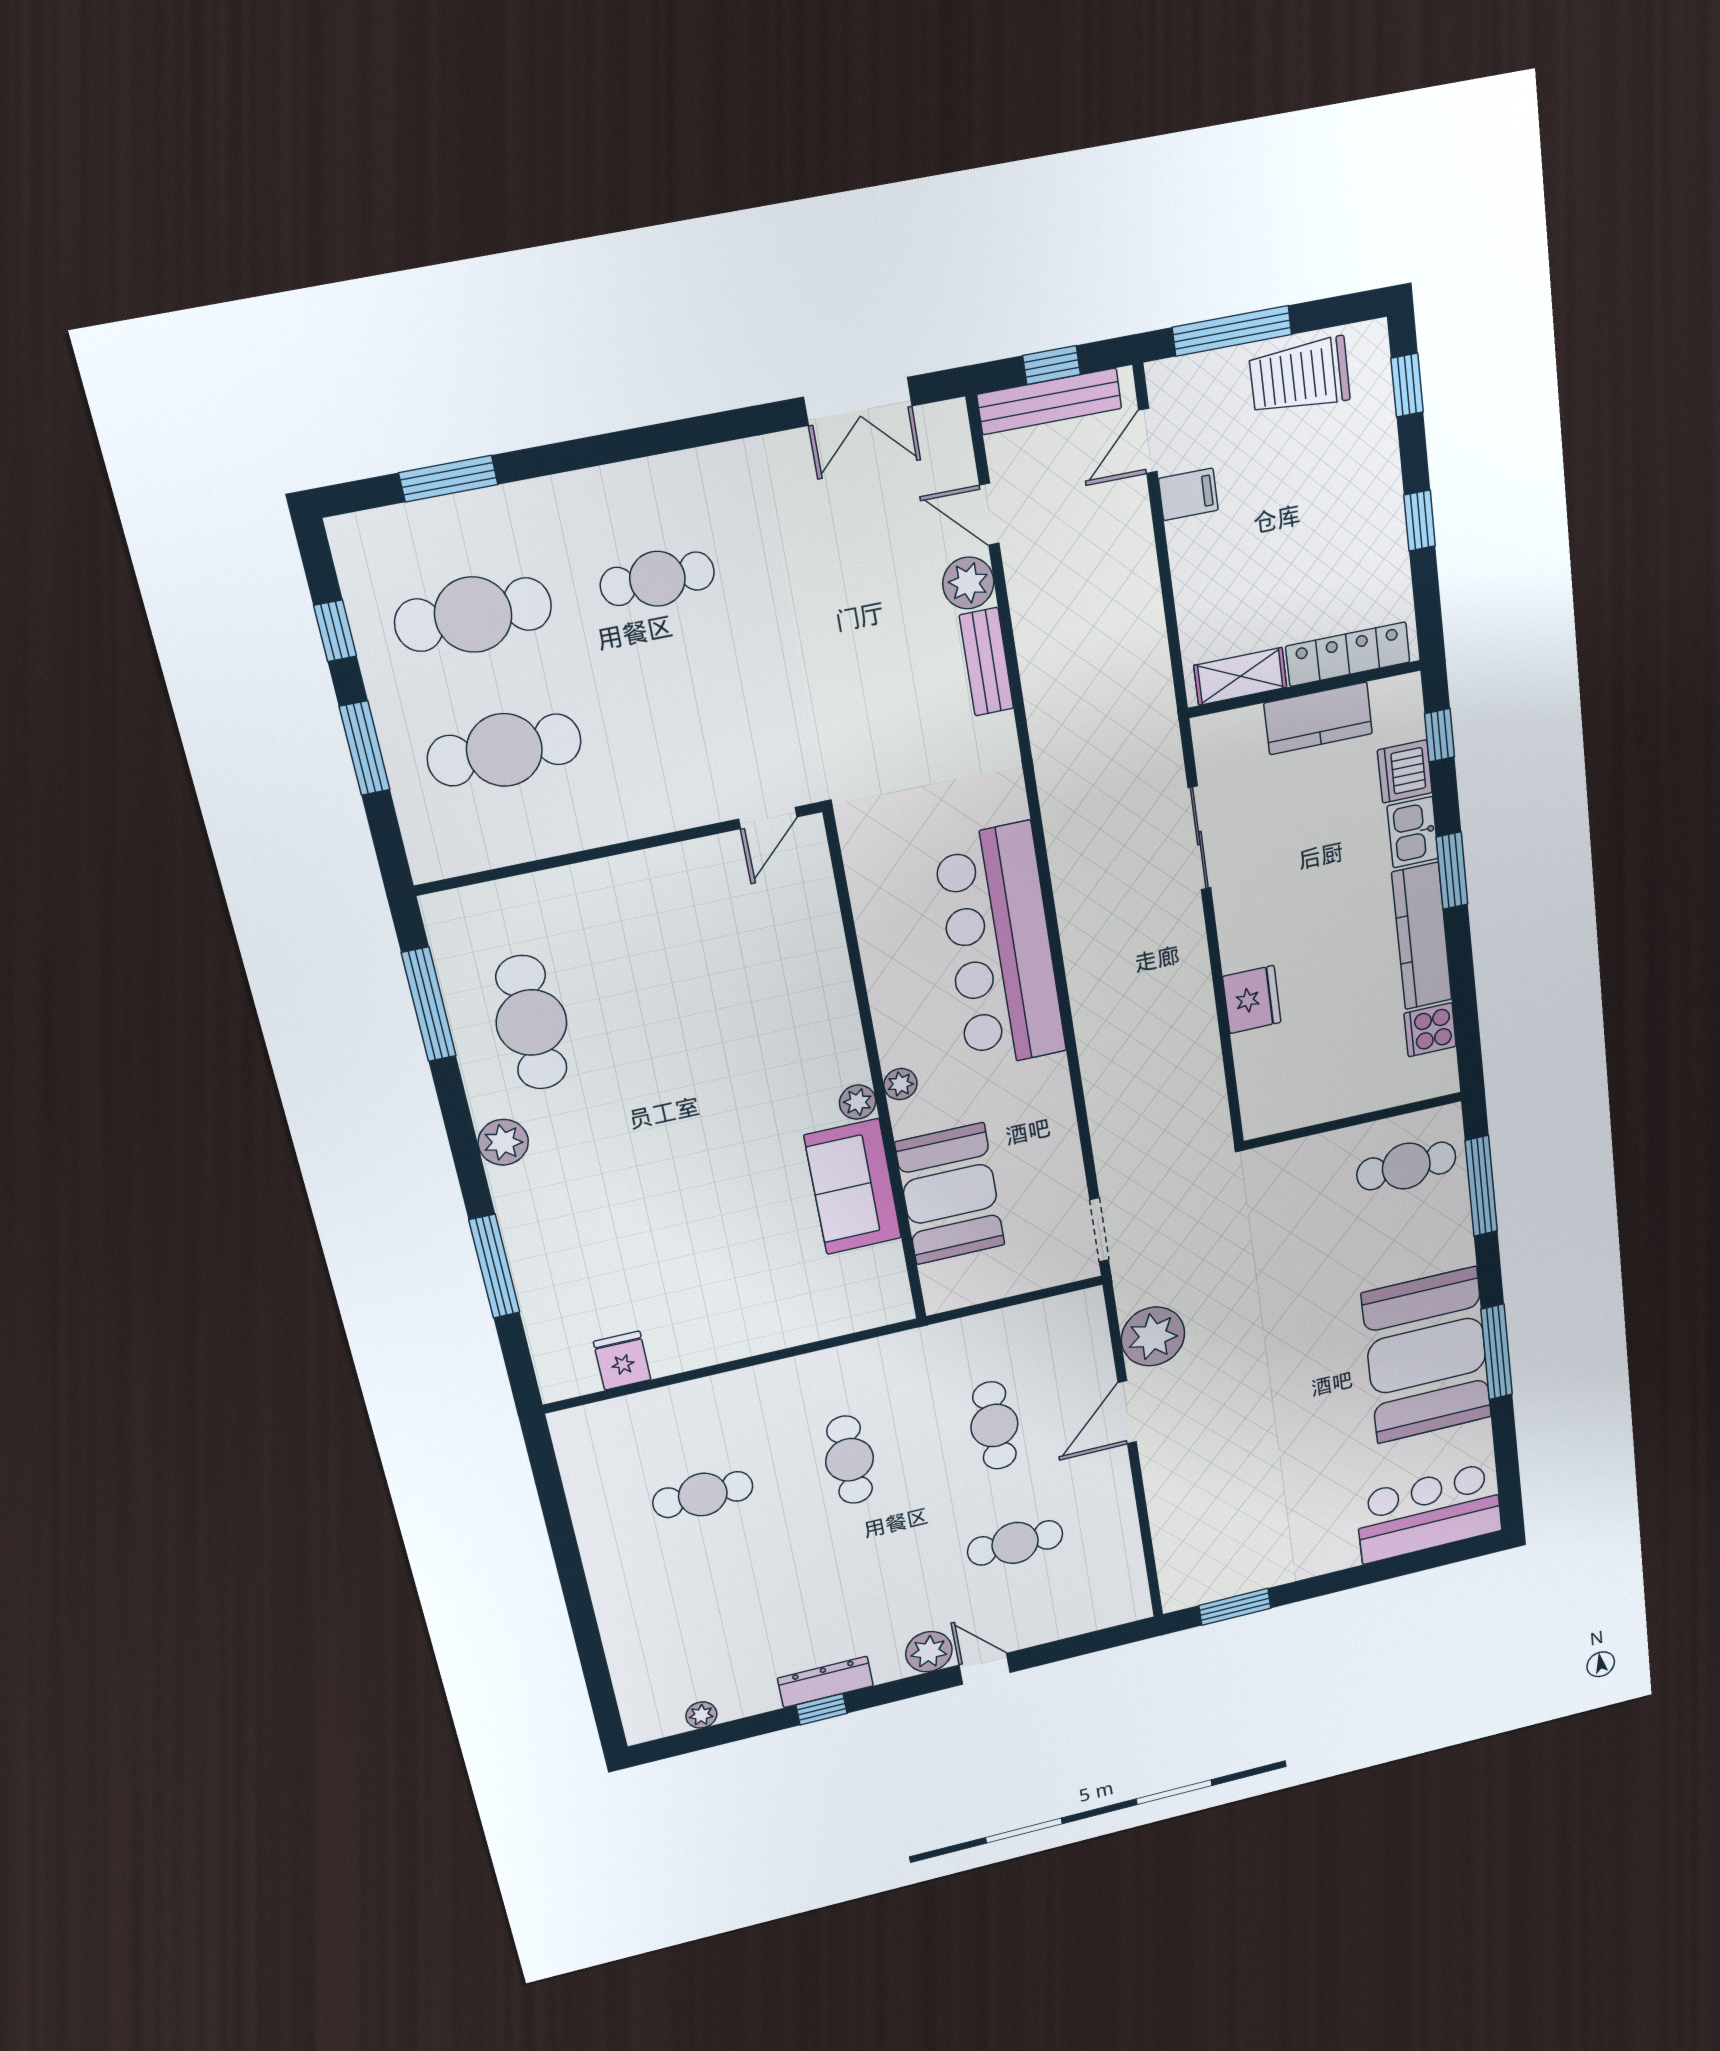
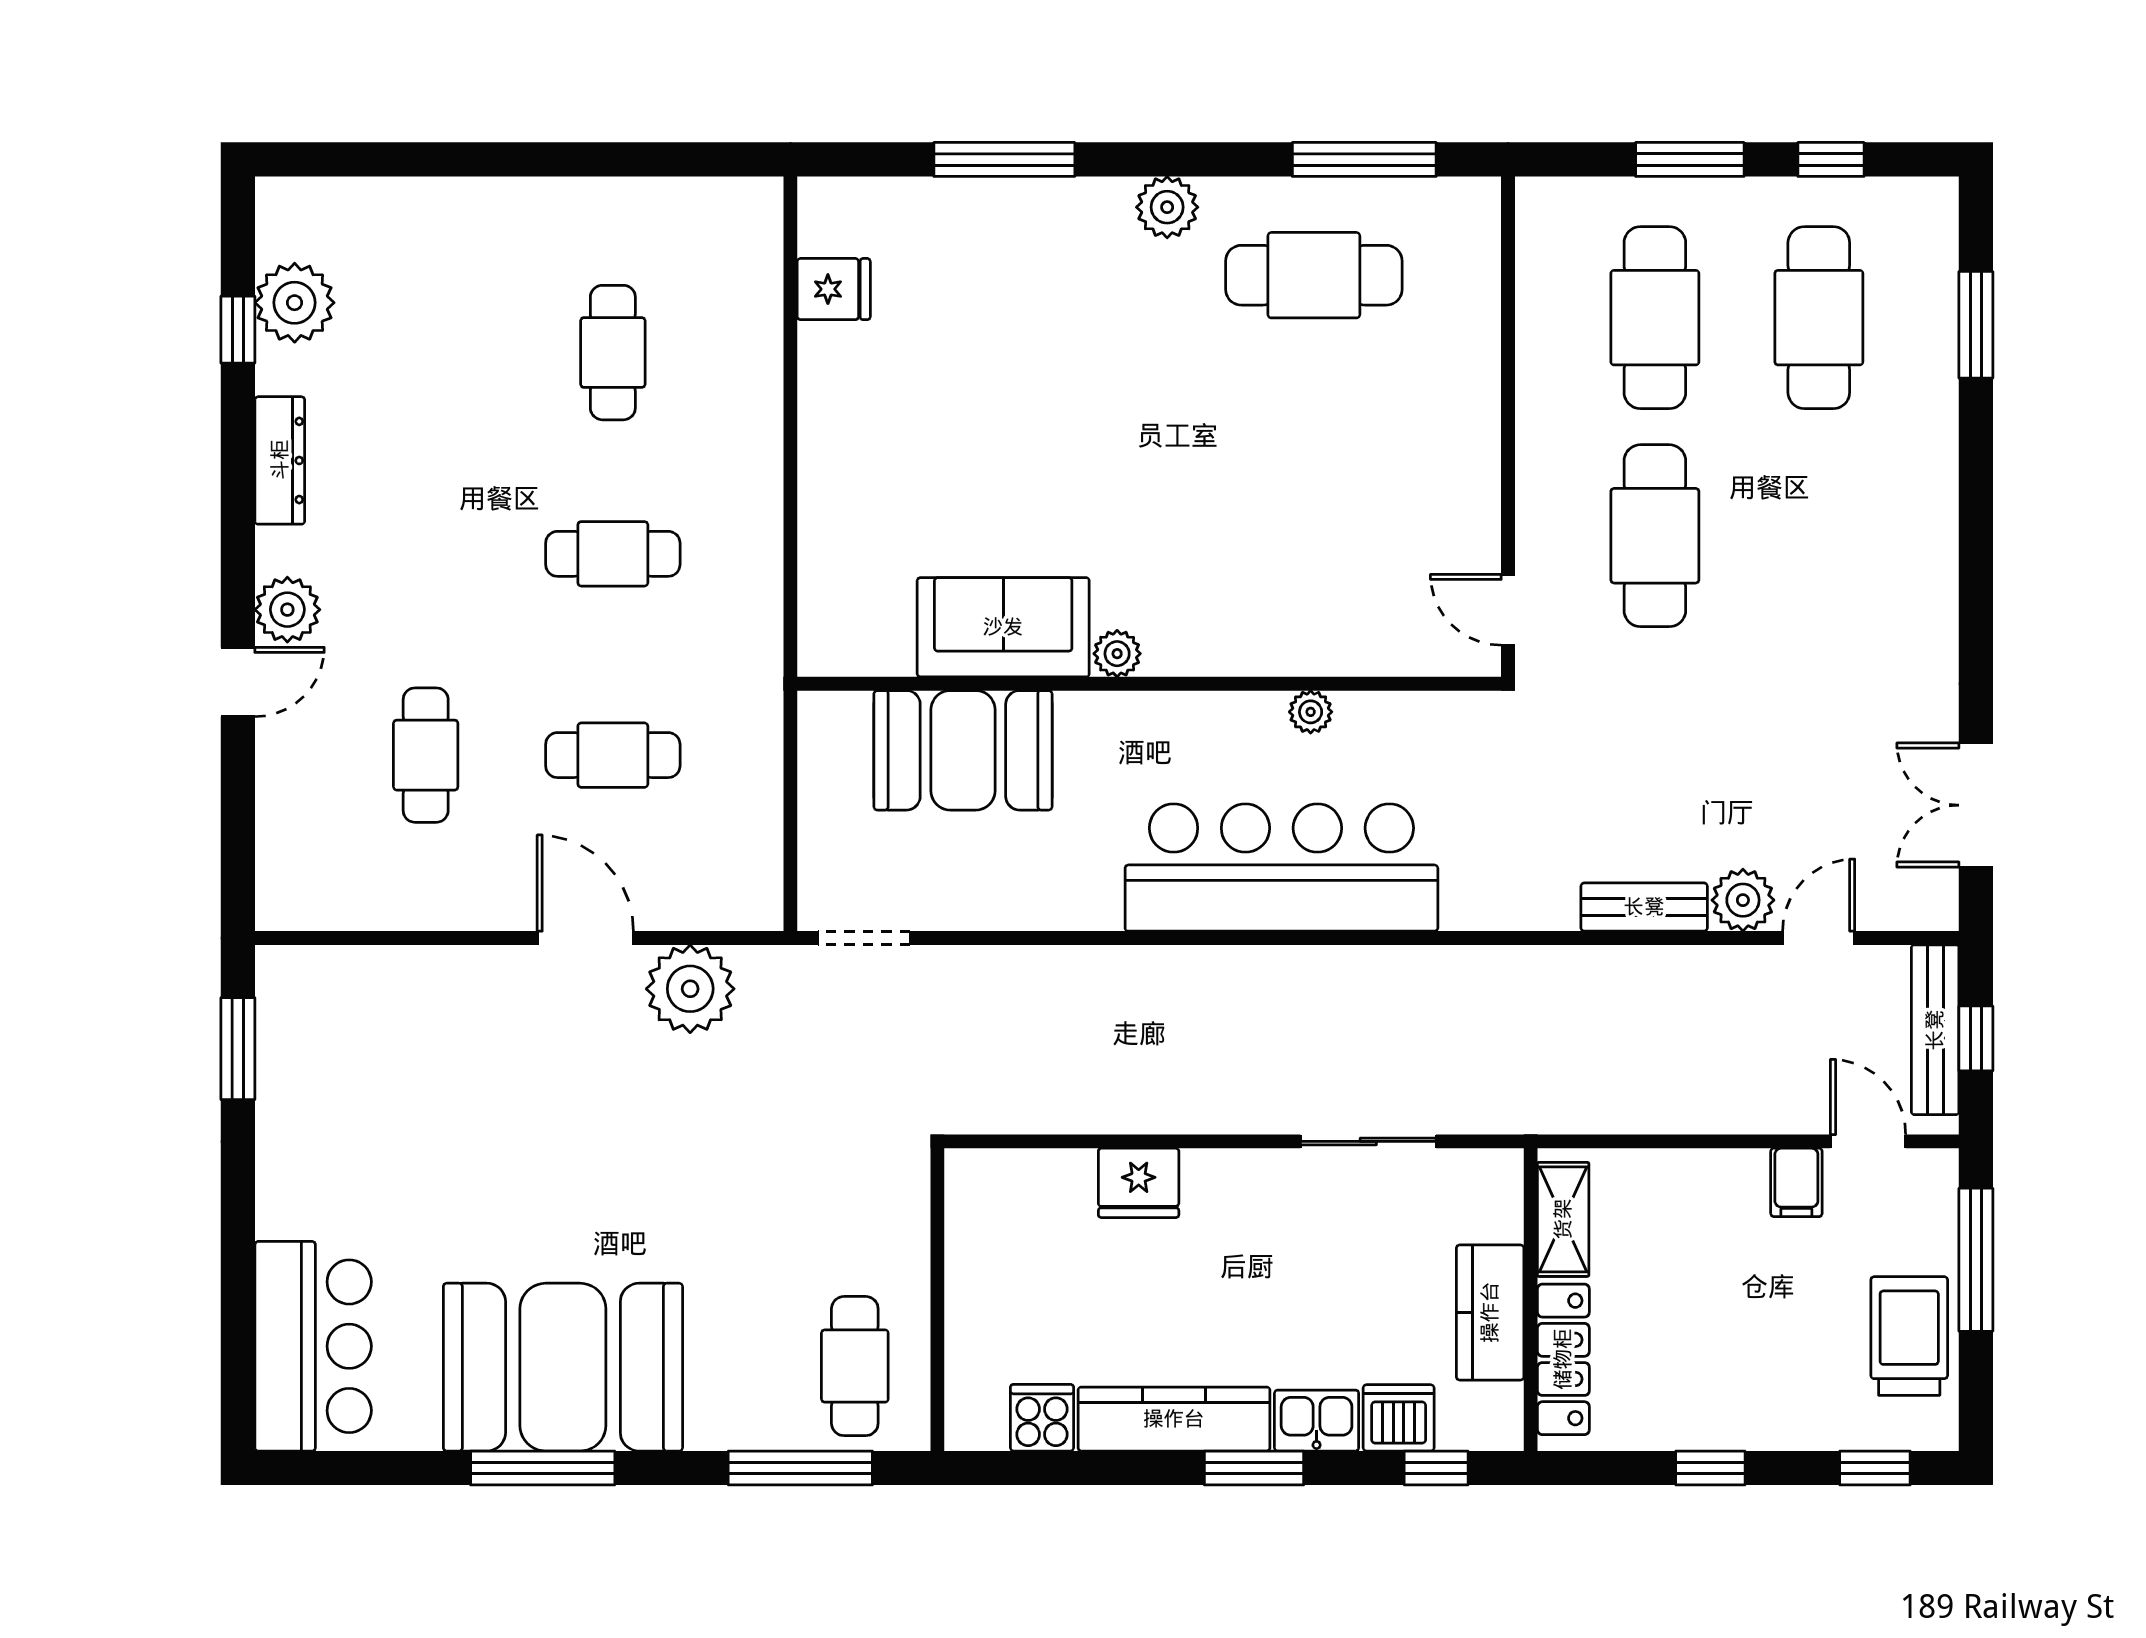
cafe table: (657, 579) -> (1655, 536), moved, width x1.37, depth x1.35
plant: (900, 1084) -> (1311, 712), moved
window: (822, 1709) -> (238, 330), moved
plant: (701, 1715) -> (295, 303), width x1.87, depth x1.87

